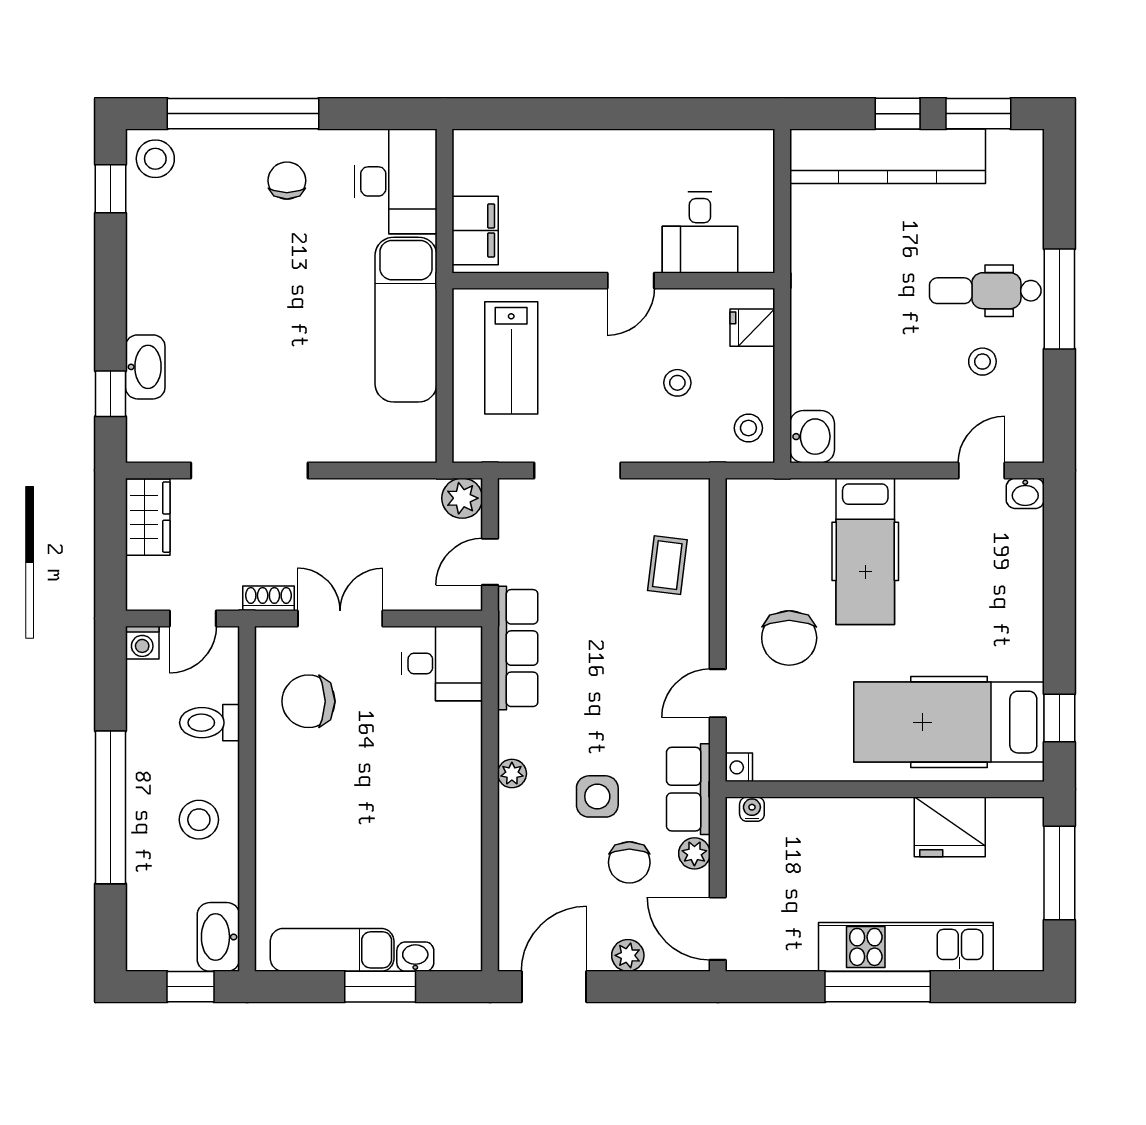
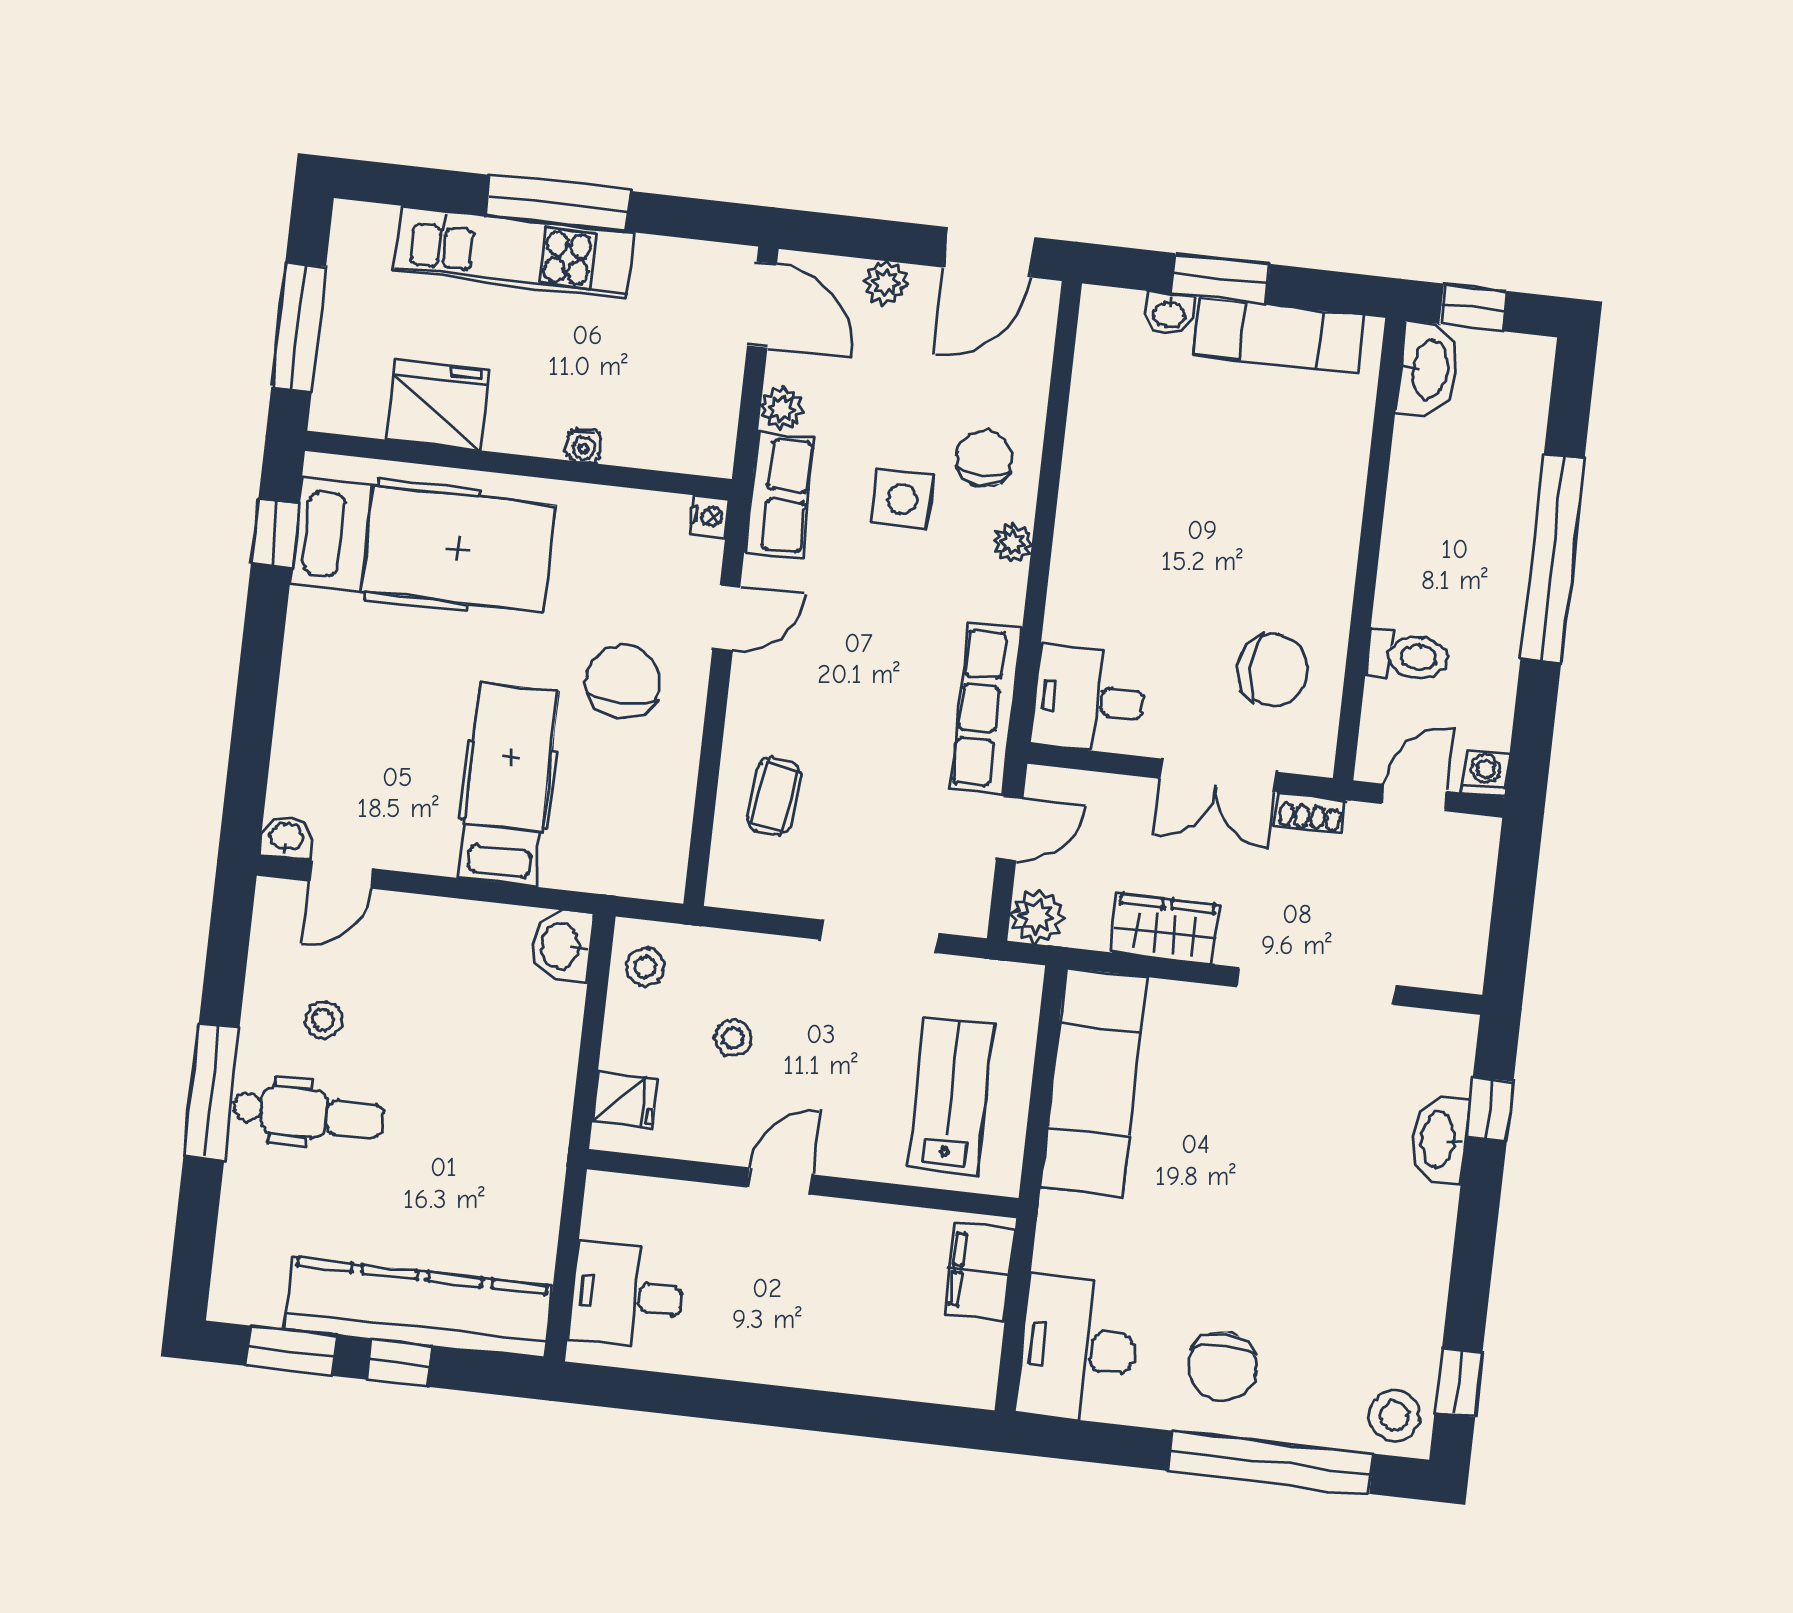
chair: (287, 181) -> (1222, 1366), width x1.37, depth x1.37
desk: (700, 233) -> (627, 1296), moved, turned -90
exam couch: (406, 320) -> (1094, 1082), moved
wardrobe: (148, 517) -> (1165, 929), moved, turned 90
water cooler: (752, 809) -> (584, 446), moved
stool: (199, 820) -> (1437, 529), removed
chair: (629, 862) -> (984, 458), moved

